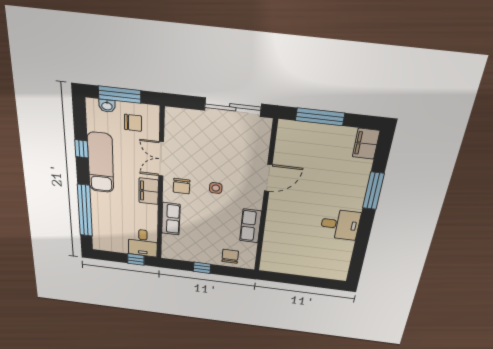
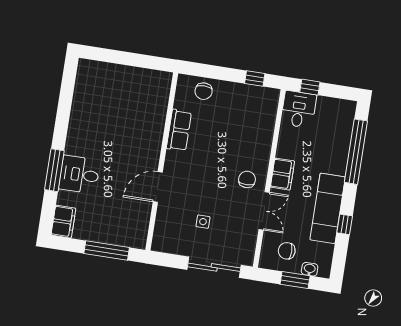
window: (120, 95) -> (295, 280), width x0.69
sliding door: (233, 107) -> (214, 267), moved
side table: (216, 188) -> (203, 222), moved
row of seats: (171, 219) -> (263, 140), removed
desk: (340, 225) -> (79, 175), moved
window: (202, 268) -> (255, 79), moved

